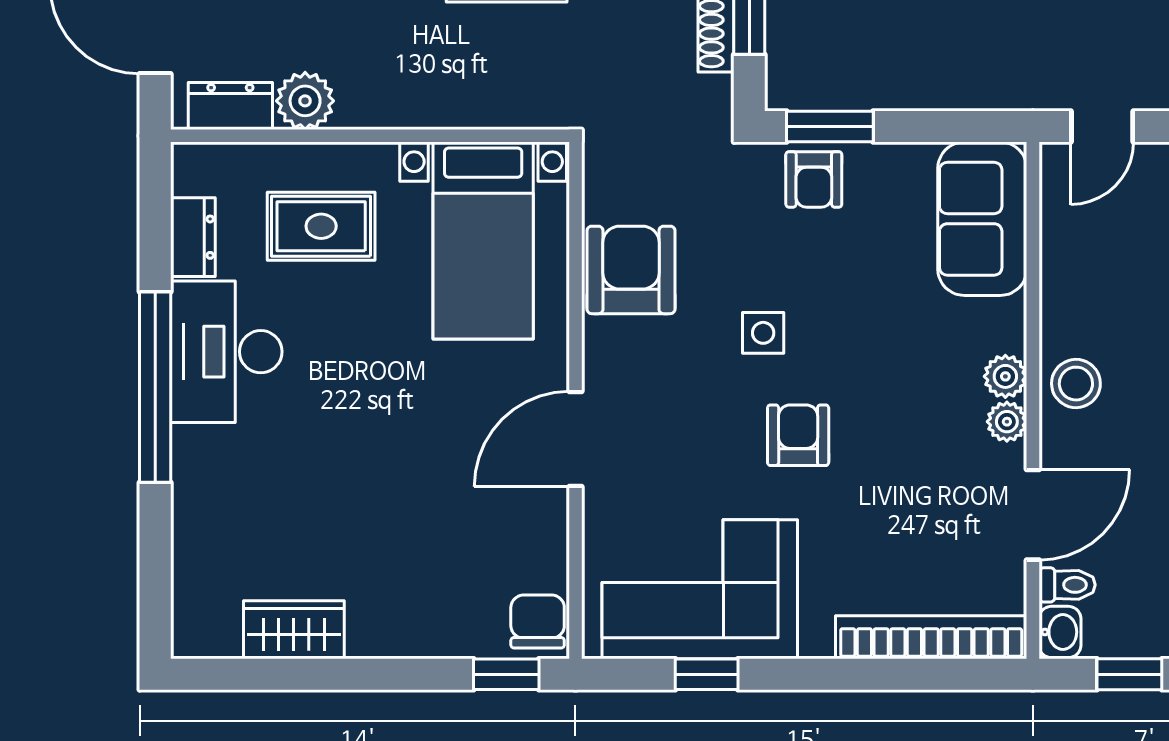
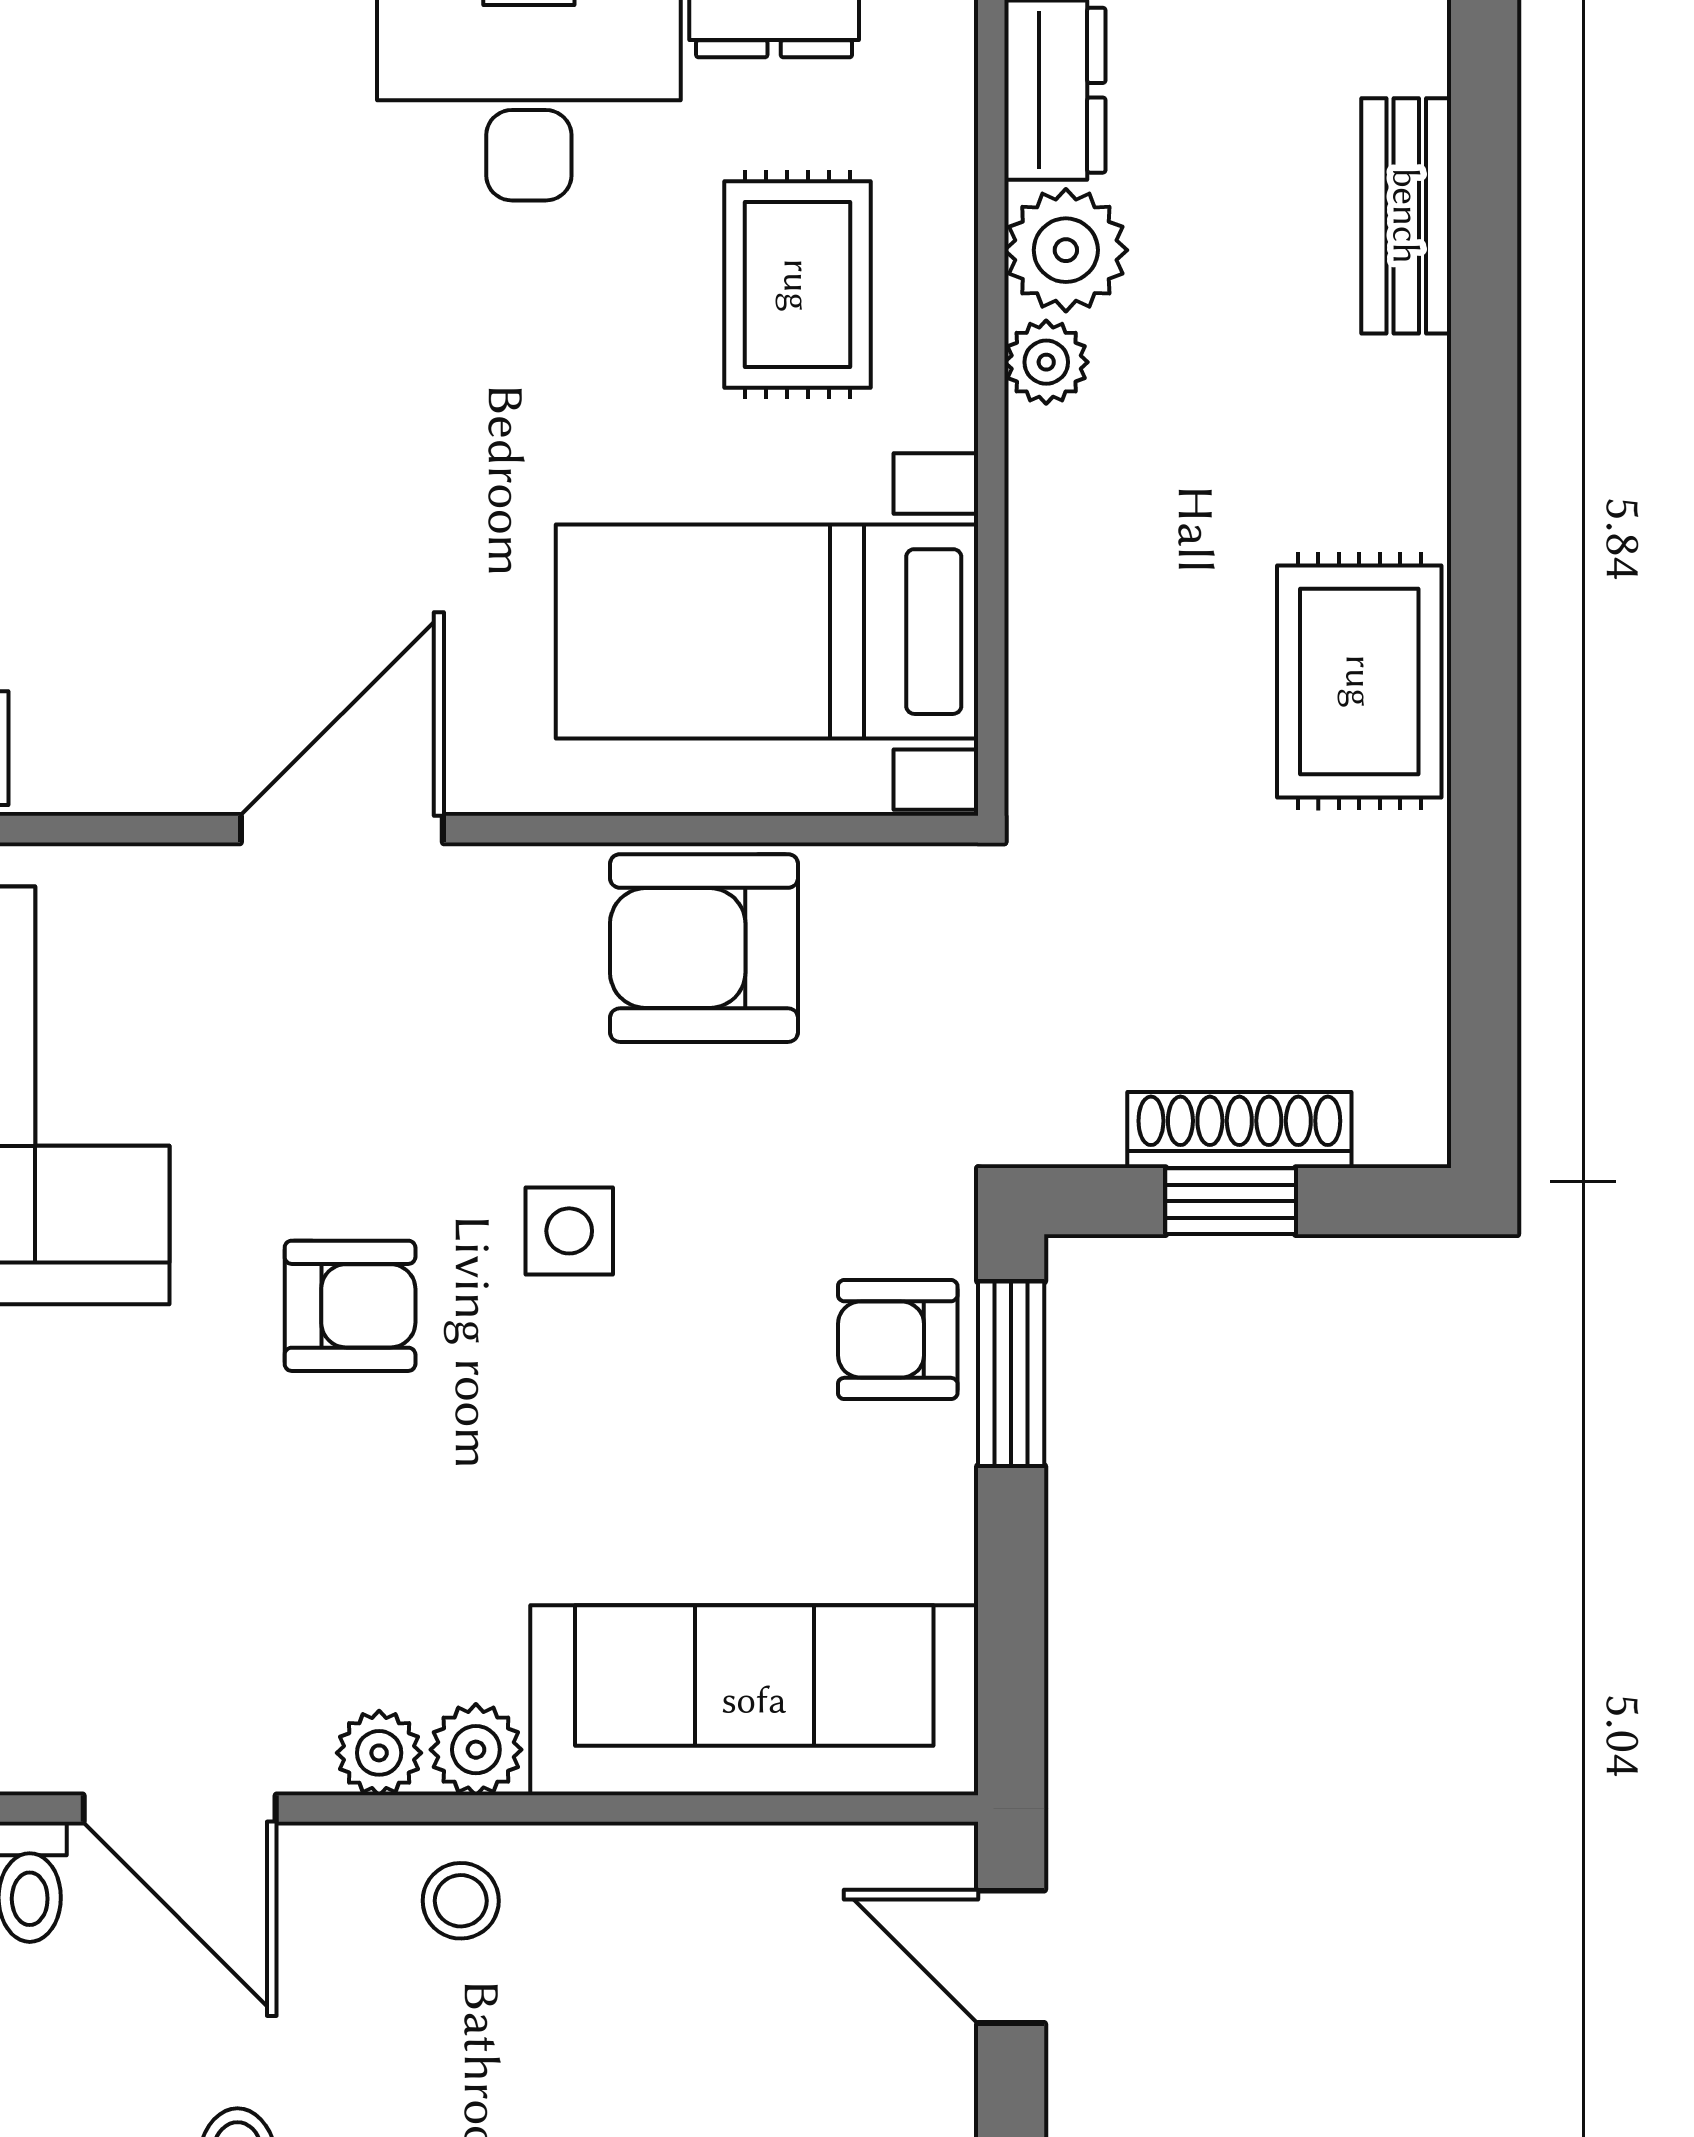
plant: (357, 110) -> (1046, 362), added
sofa: (982, 219) -> (754, 1700), width x1.36
armchair: (631, 270) -> (704, 948), turned 180
stool: (1076, 384) -> (461, 1901), width x0.73, depth x0.73
door: (575, 439) -> (342, 829), hinge flipped

